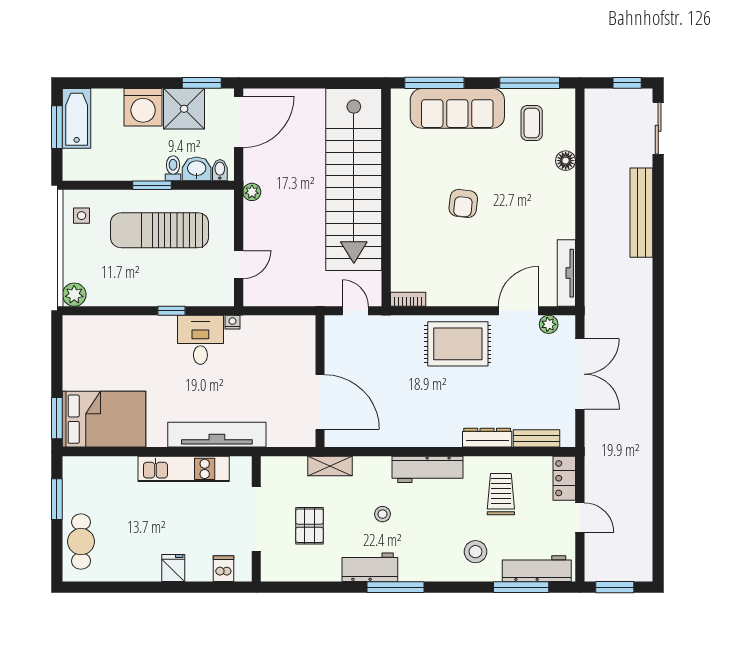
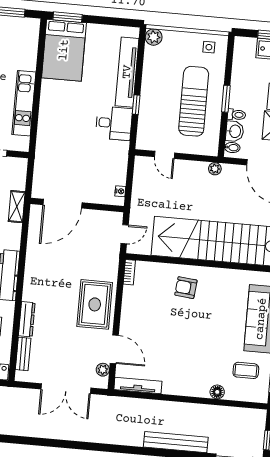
armchair: (463, 203) -> (186, 288), moved
nightstand: (232, 322) -> (120, 191), moved
tv unit: (217, 435) -> (127, 72), moved, turned 180

